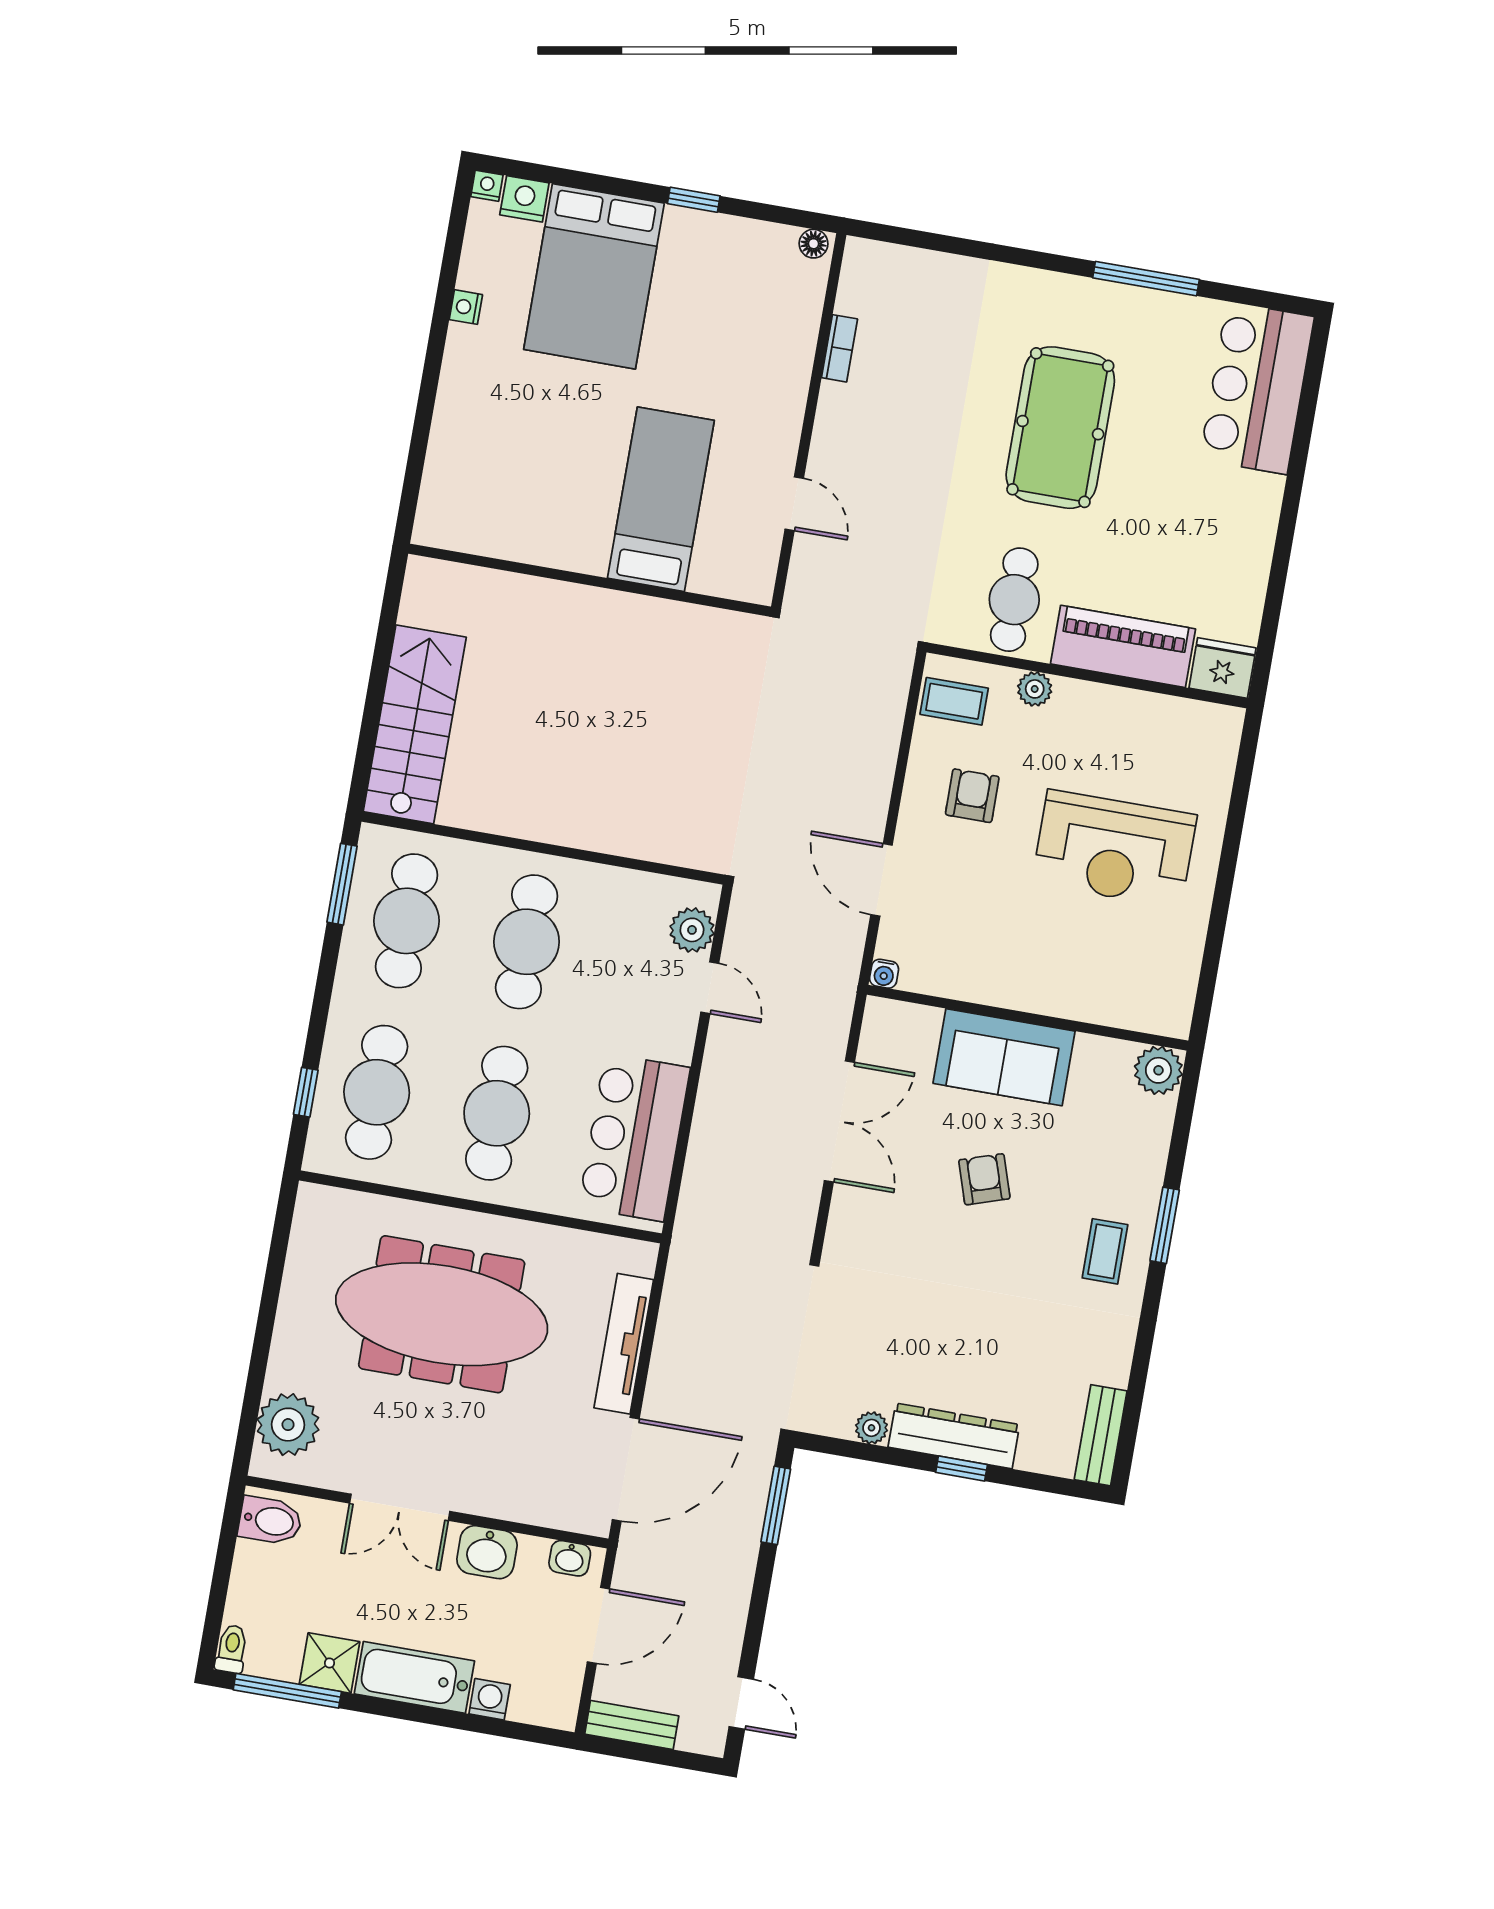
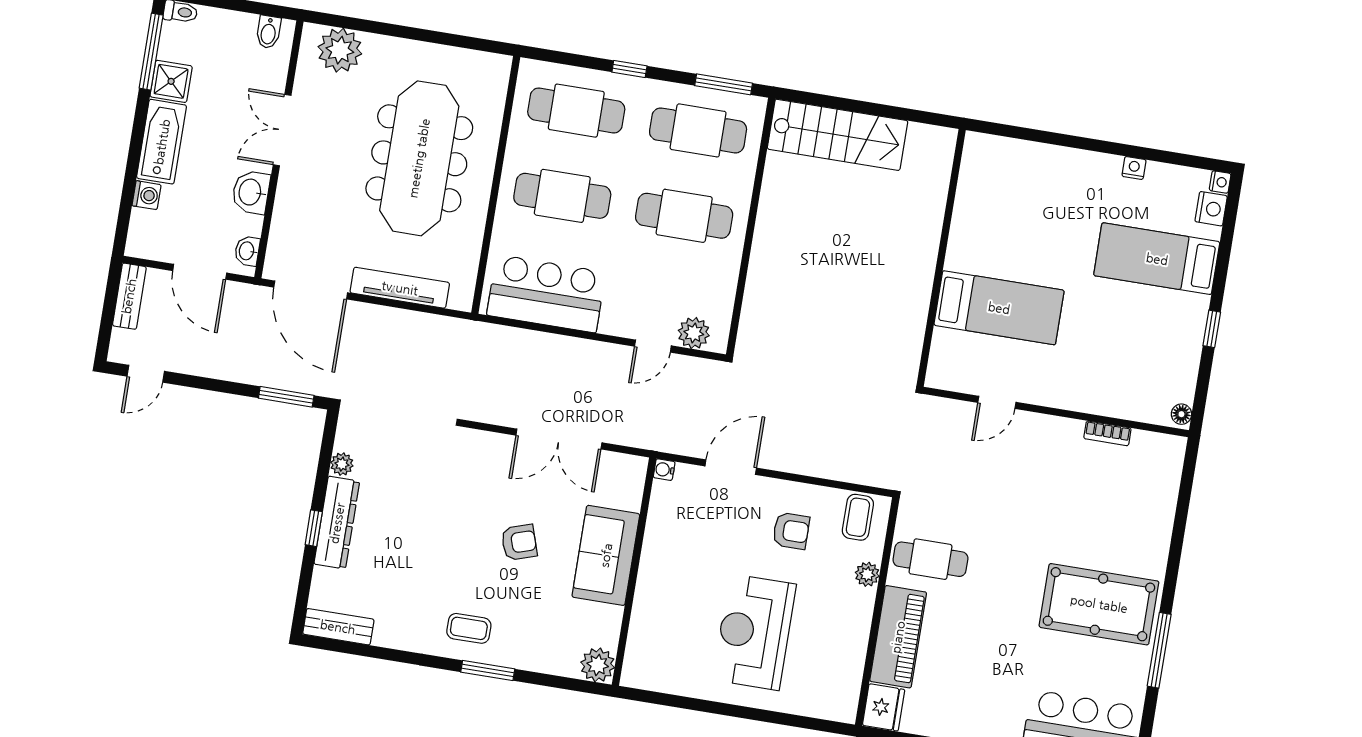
bed: (594, 276) -> (1157, 259), width x0.67
pool table: (1060, 428) -> (1099, 604), moved
window: (306, 1092) -> (629, 69), moved
bidet: (270, 1521) -> (268, 32), width x0.72, depth x0.74

